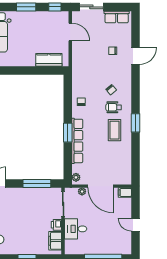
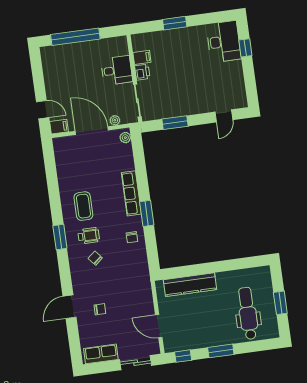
kitchen counter: (49, 60) -> (190, 285), width x1.50
window: (135, 123) -> (60, 237), moved
window: (68, 133) -> (147, 213), moved
row of seats: (77, 141) -> (131, 193), width x0.73
window: (37, 183) -> (175, 123), width x0.69
door: (135, 225) -> (43, 110), moved
filing cabinet: (55, 241) -> (142, 57), width x0.50

